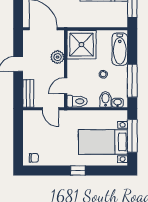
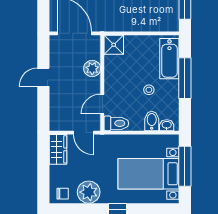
shower: (82, 45) -> (114, 45), width x0.54, depth x0.54
window: (132, 81) -> (185, 78), moved
bench: (28, 93) -> (56, 113), removed
wardrobe: (30, 122) -> (58, 149), added
plant: (55, 157) -> (89, 192), added

